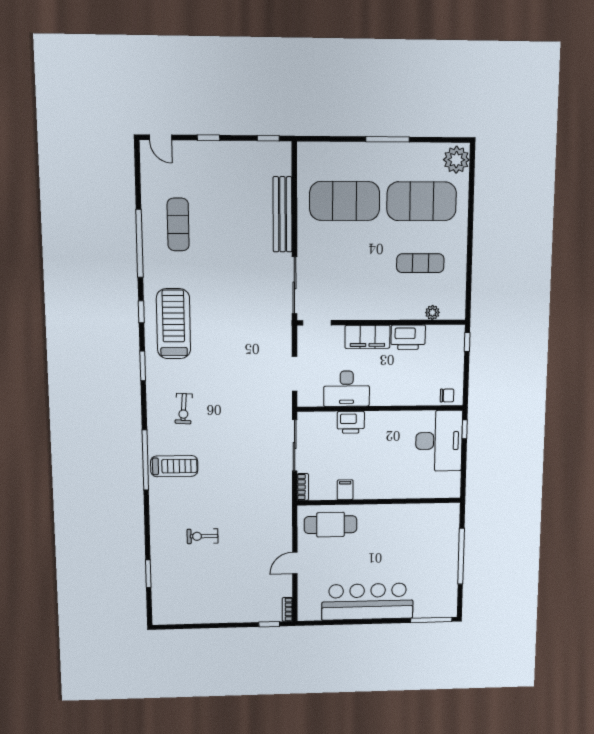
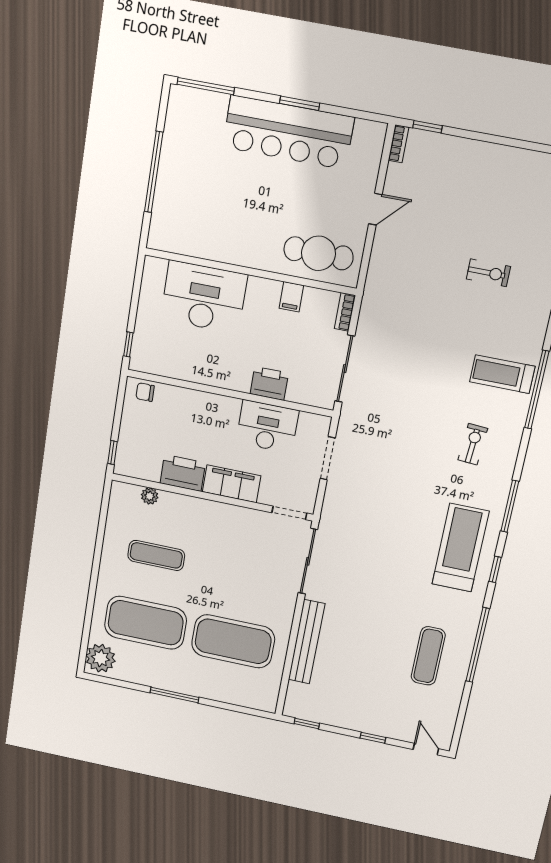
treadmill: (173, 324) -> (460, 548), turned 180
window: (143, 366) -> (510, 506), width x1.44
desk: (439, 441) -> (204, 297), moved, turned 90
window: (363, 622) -> (300, 103), added

